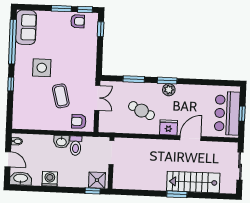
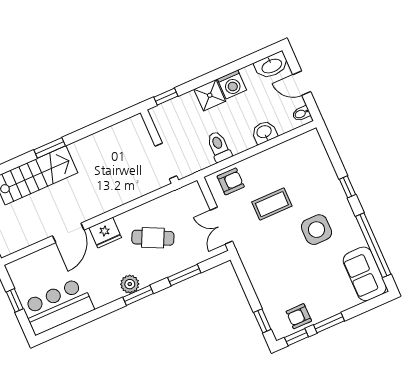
coffee table: (61, 96) -> (272, 204), turned -76
bar counter: (227, 113) -> (58, 306), moved, turned -90
washbasin: (61, 142) -> (264, 132), moved
shower: (97, 180) -> (210, 95), moved

